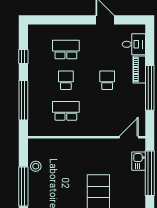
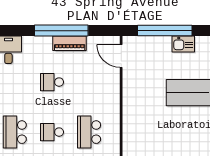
piano: (139, 70) -> (70, 43), moved
kitchen sink: (139, 161) -> (183, 44), moved

